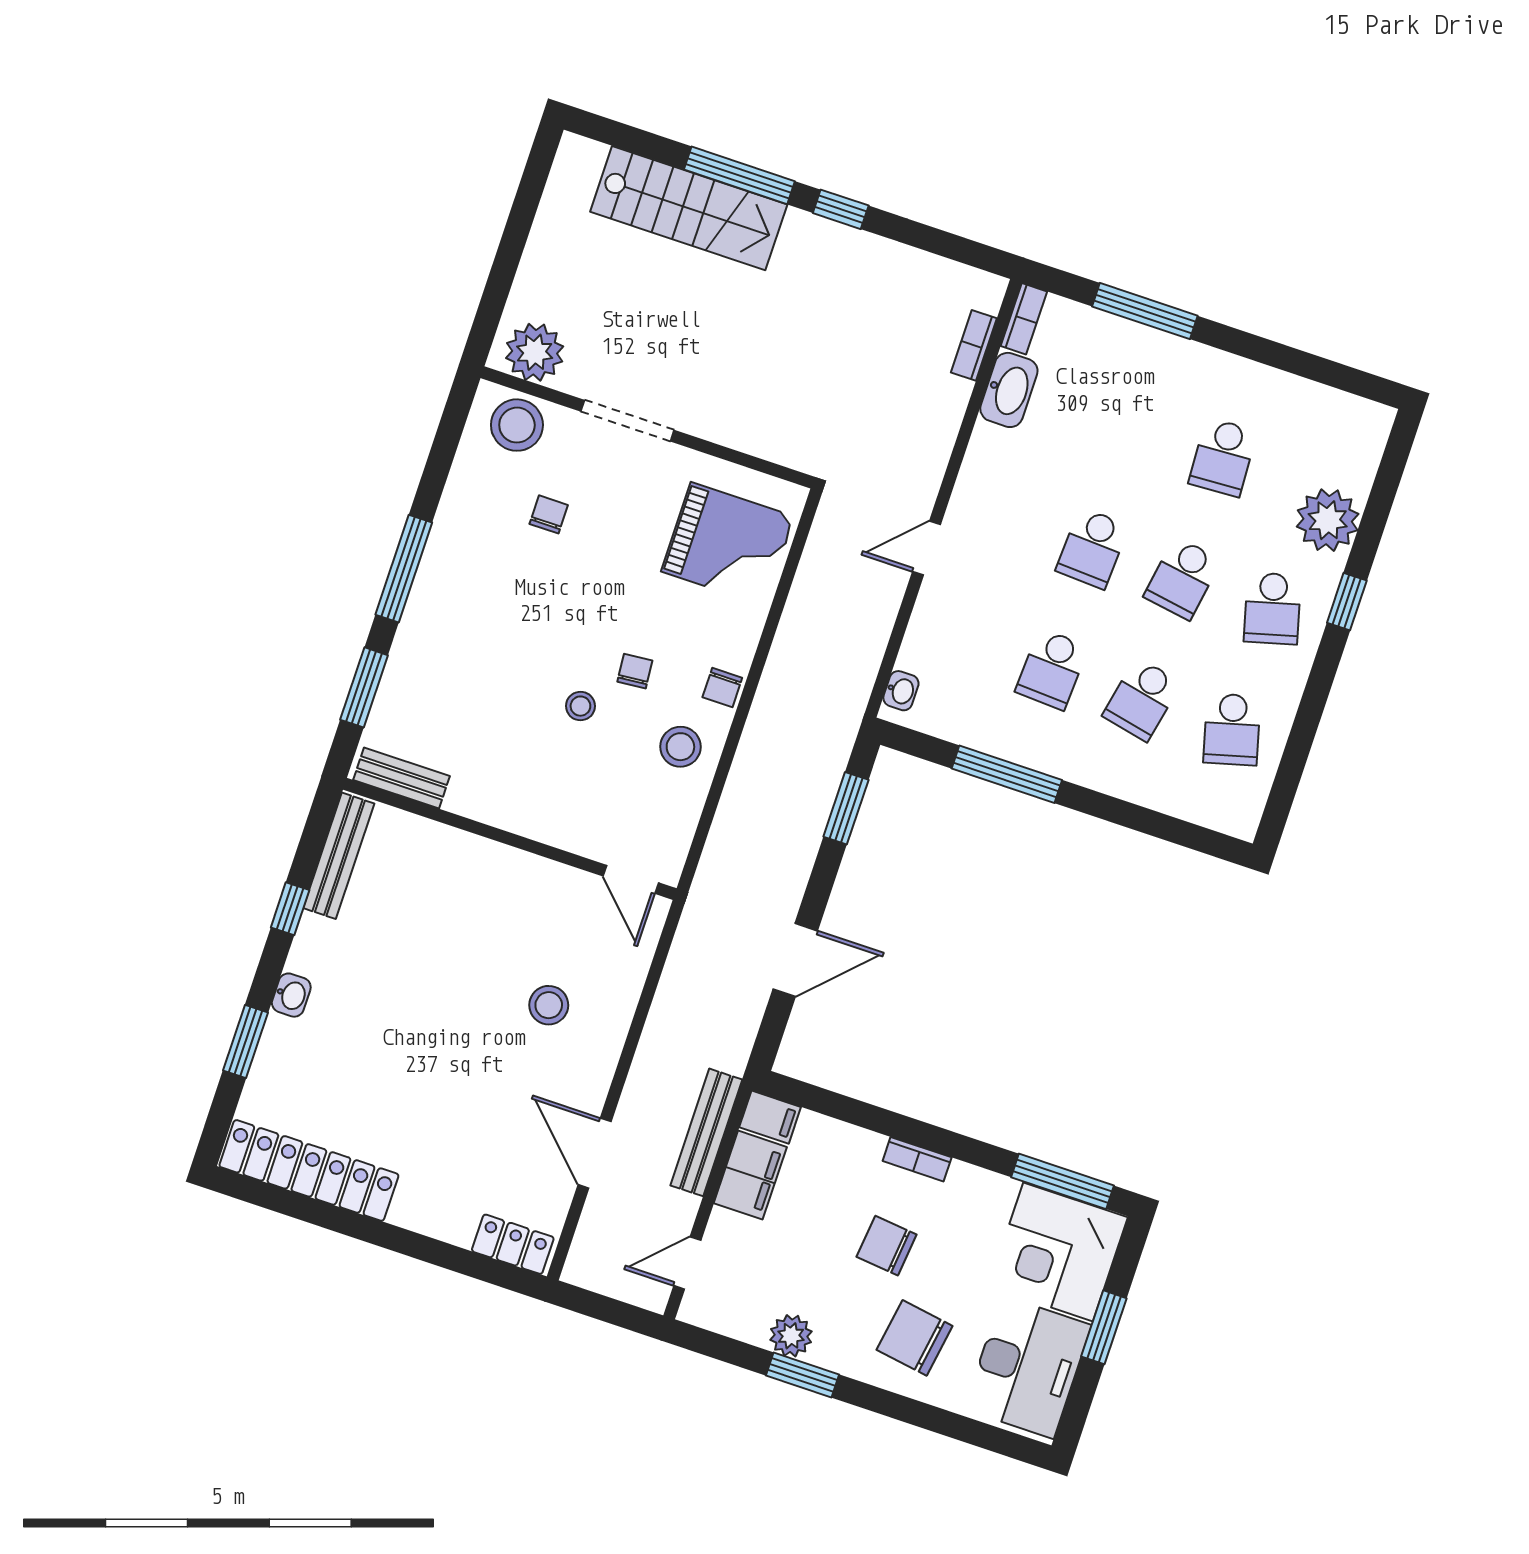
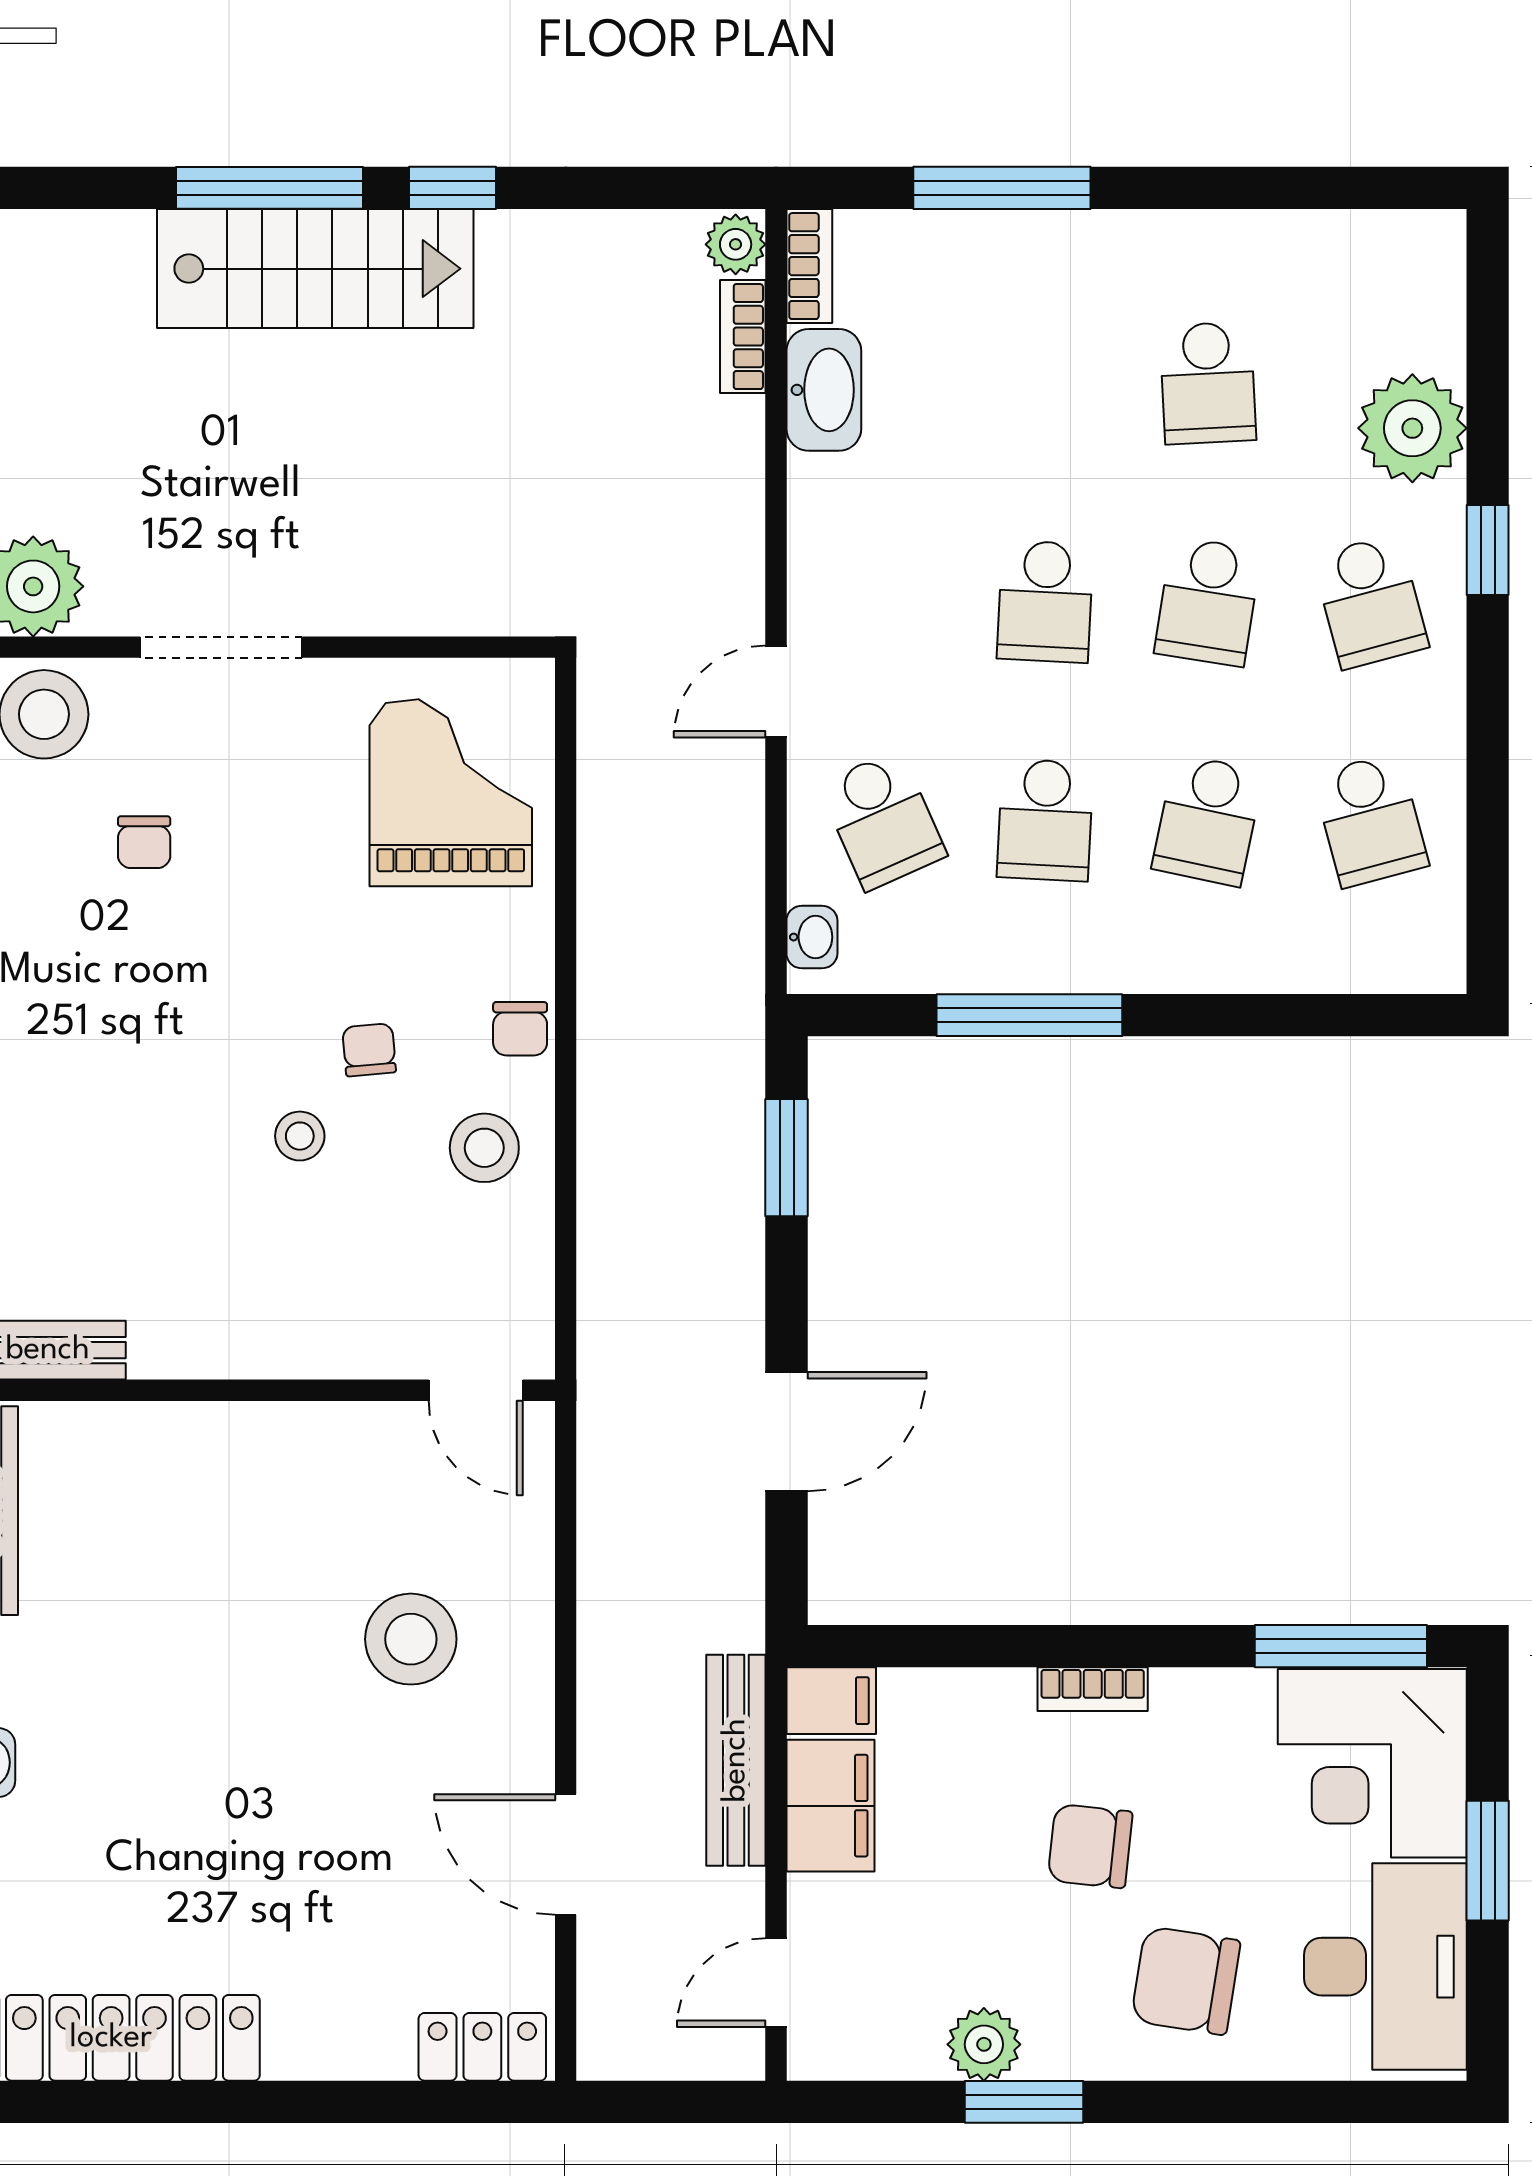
stairs: (689, 208) -> (315, 269), moved
plant: (987, 293) -> (736, 244), added
chair: (549, 514) -> (144, 842), turned 180
grand piano: (728, 544) -> (451, 793), turned -90
school desk: (962, 639) -> (883, 820), added
stool: (549, 1005) -> (411, 1639), width x1.38, depth x1.38

